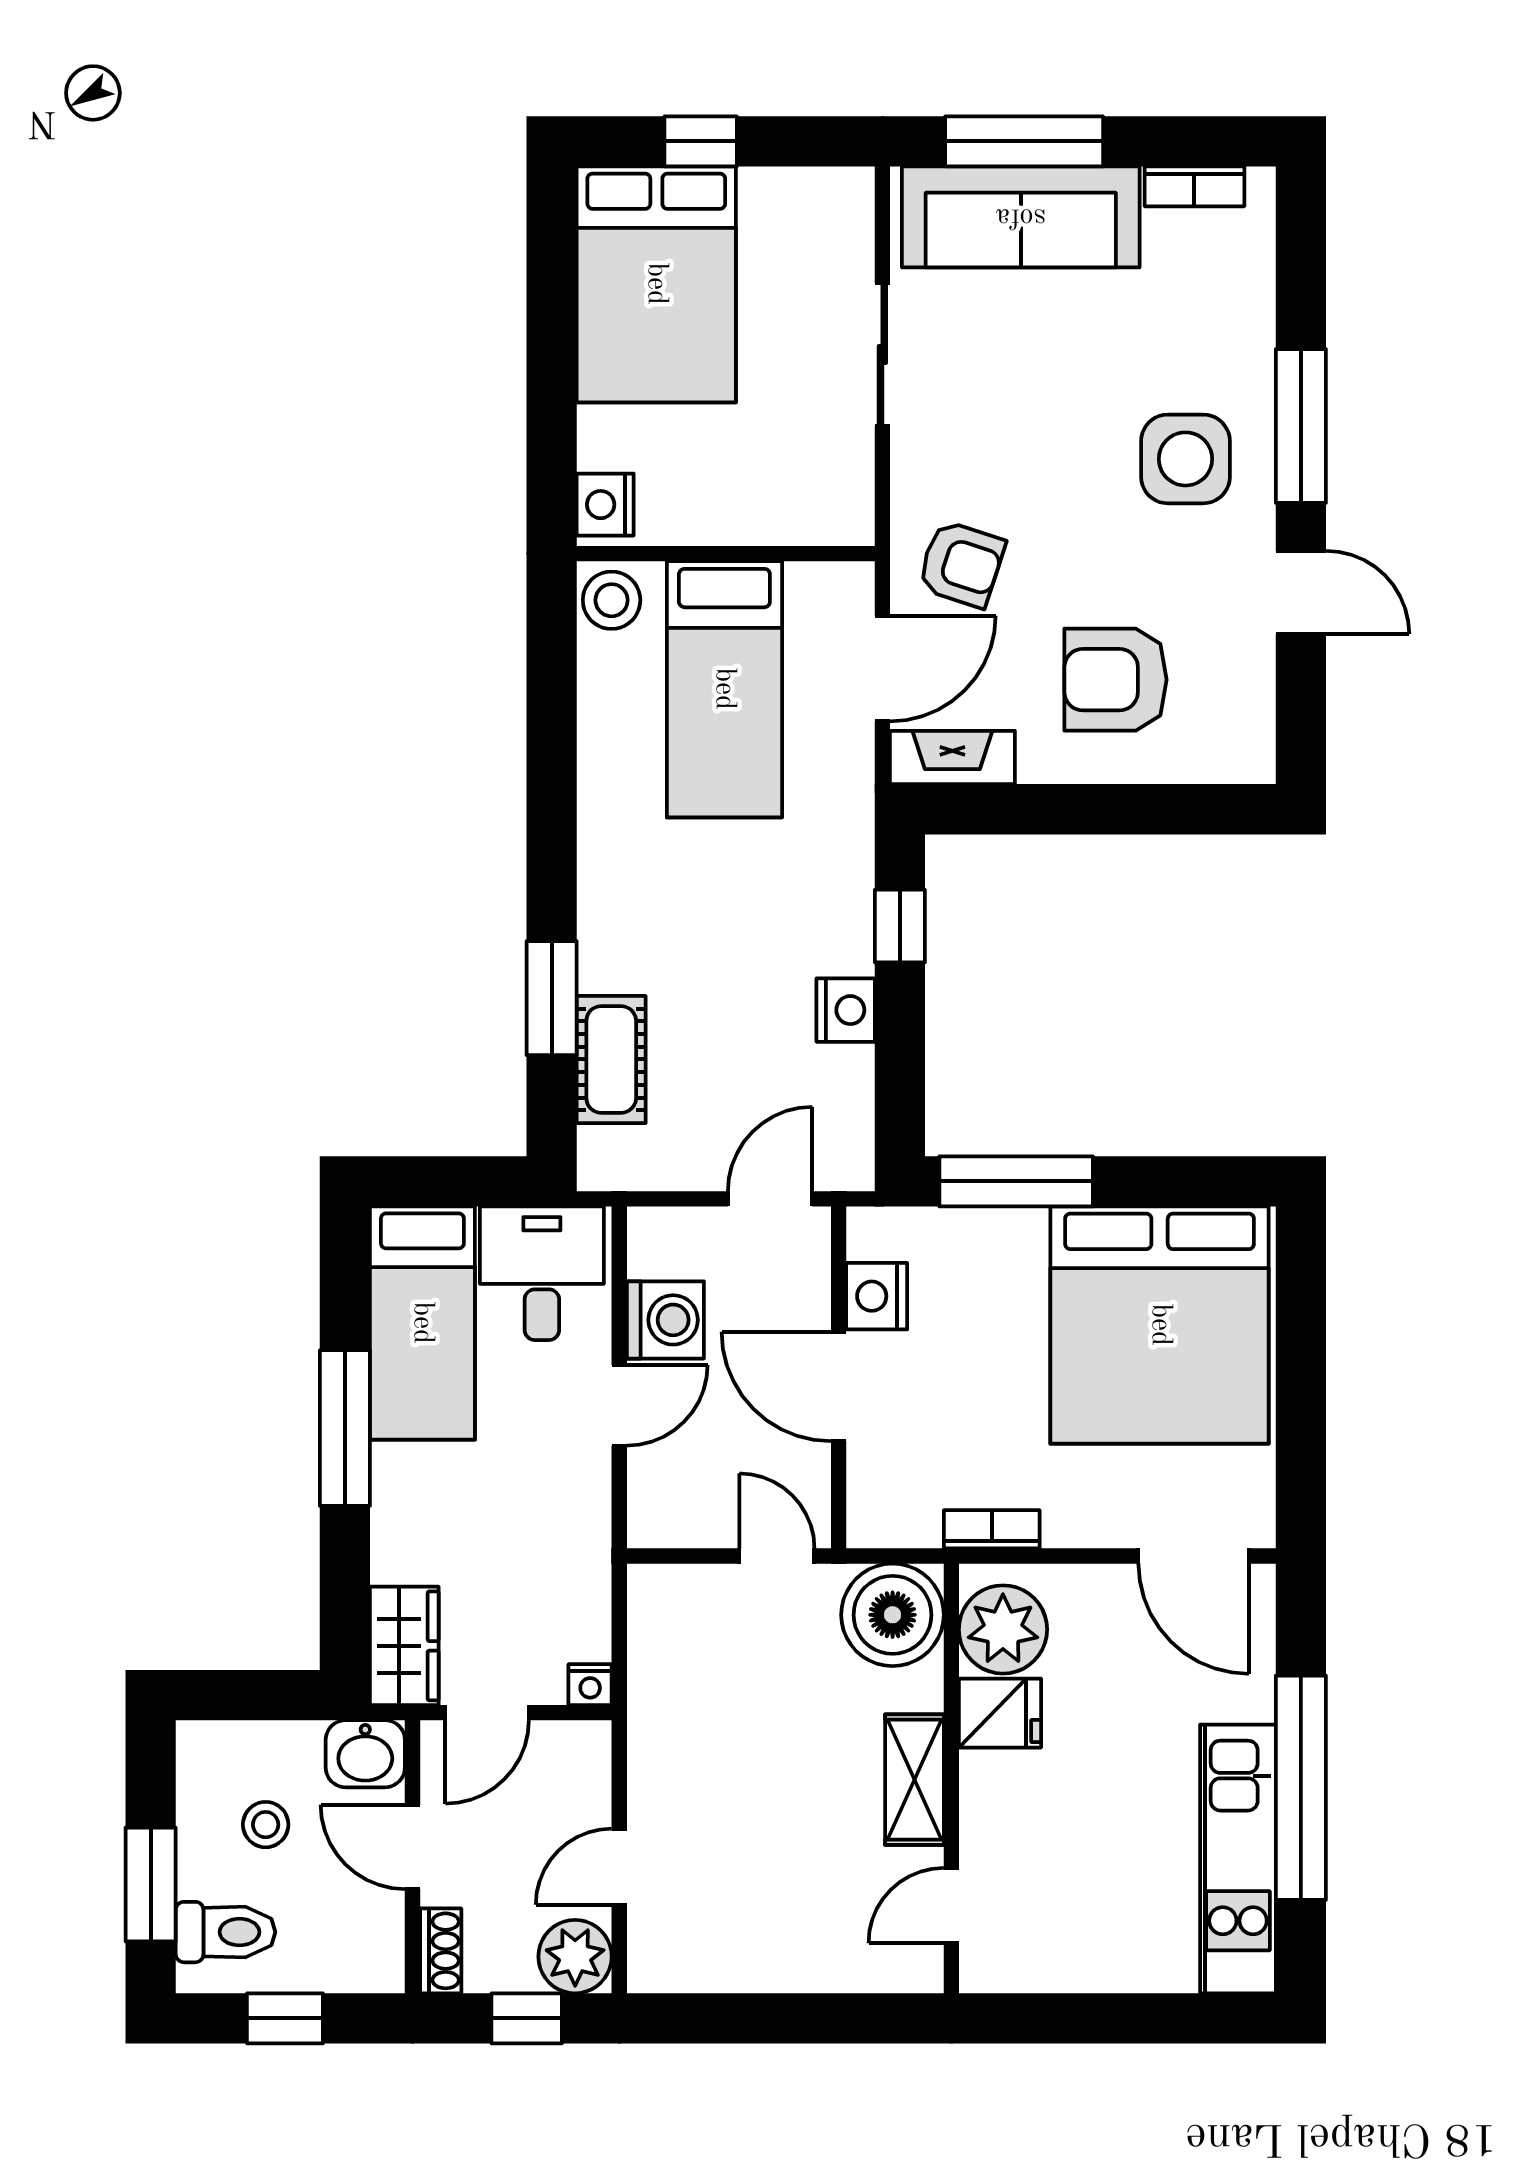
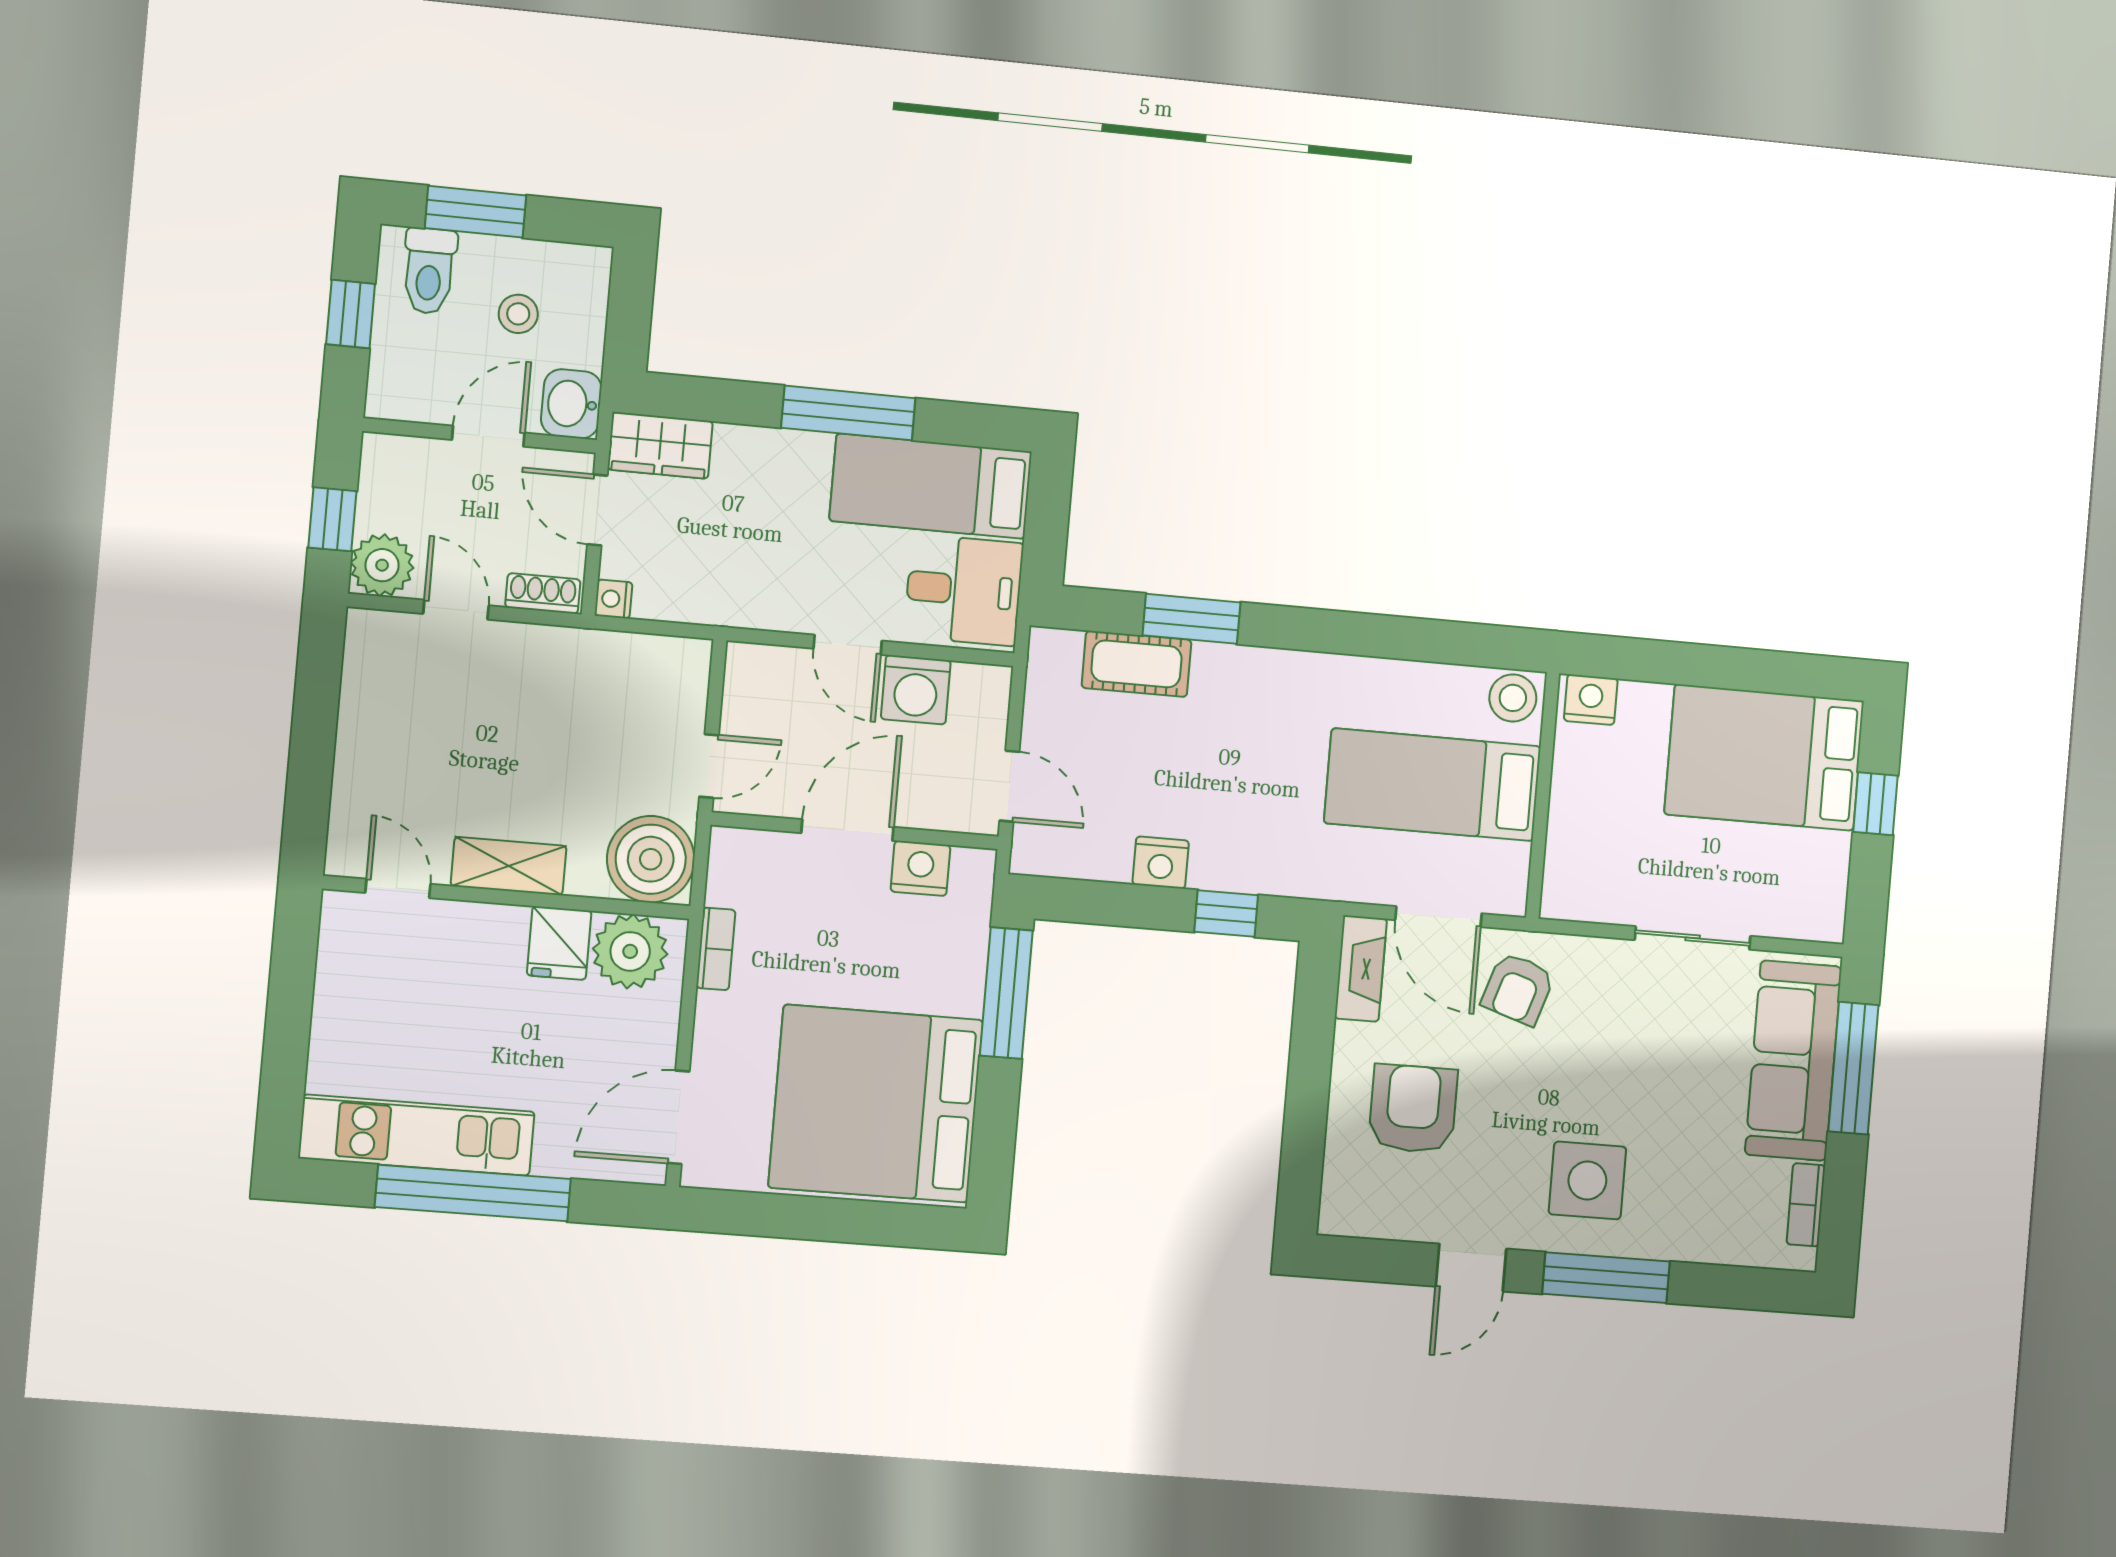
shoe rack: (441, 1951) -> (543, 593), moved, turned 180

